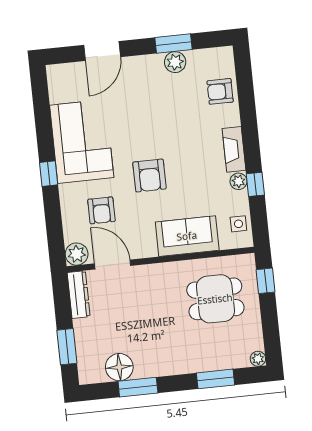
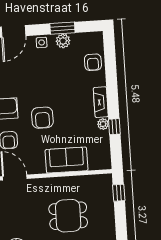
armchair: (220, 91) -> (93, 62), turned -90
side table: (238, 224) -> (42, 42), moved
dining table: (215, 299) -> (68, 216), moved

